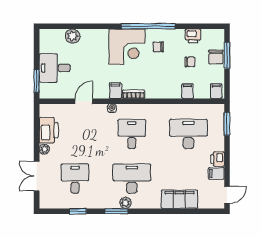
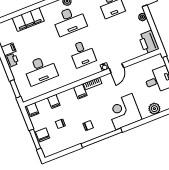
printer: (193, 36) -> (66, 144), removed
corner desk: (127, 47) -> (124, 112), moved
filing cabinet: (115, 91) -> (80, 91), moved
door: (84, 101) -> (116, 68), moved
printer: (49, 130) -> (149, 42), moved

